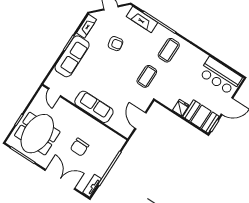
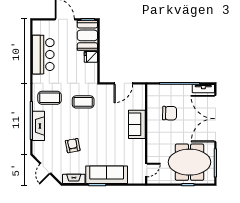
fireplace: (142, 19) -> (38, 126), moved
bar counter: (220, 76) -> (43, 55), moved
sofa: (94, 107) -> (137, 124), width x0.73
chair: (80, 147) -> (170, 113), moved
double door: (60, 179) -> (215, 119), width x1.36

